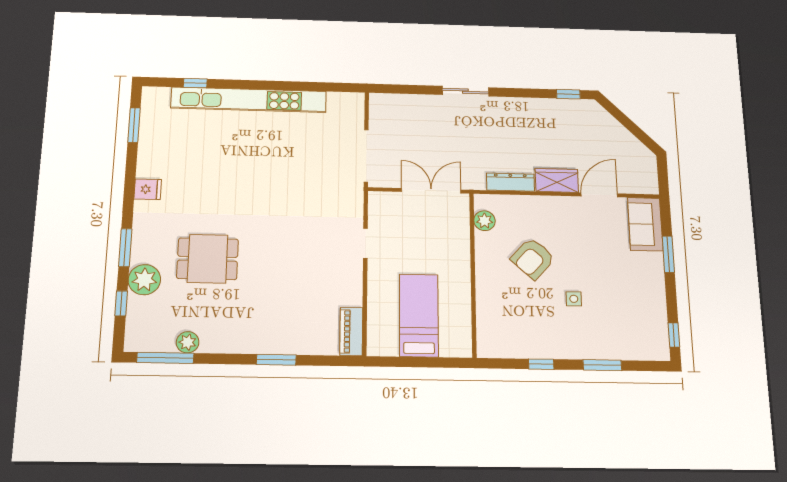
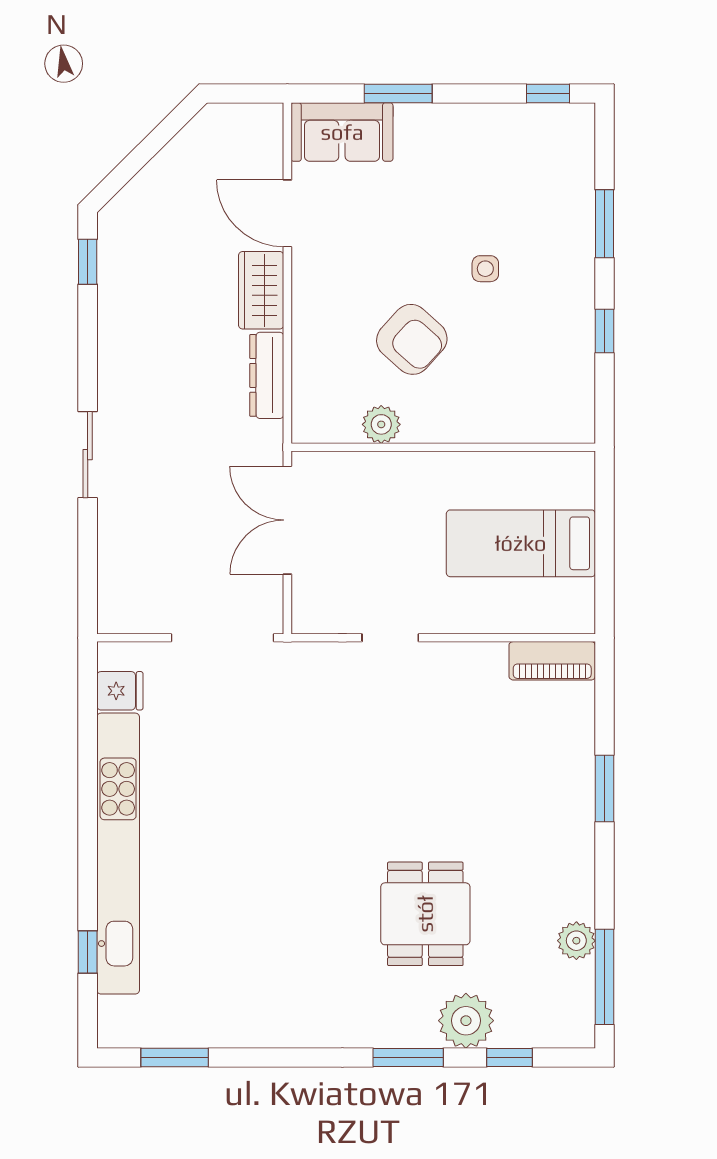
fridge: (148, 189) -> (120, 691), moved, turned 90
plant: (484, 221) -> (381, 424), moved

